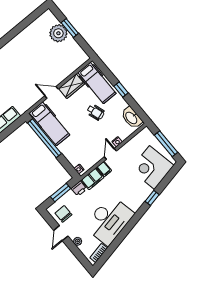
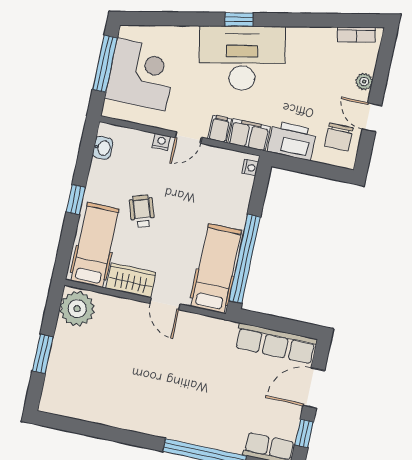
plant: (58, 33) -> (77, 309), moved
washbasin: (132, 118) -> (103, 148), width x0.52, depth x0.69
corner desk: (152, 167) -> (141, 74), moved, turned -78
printer: (79, 189) -> (292, 141), width x1.87, depth x1.48
window: (61, 192) -> (309, 167), removed
window: (152, 198) -> (239, 19), moved
desk: (109, 220) -> (242, 58), moved
door: (61, 233) -> (372, 117), swing flipped

